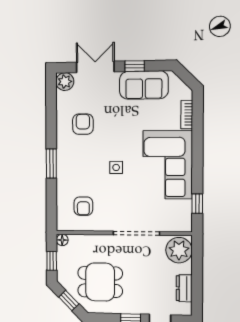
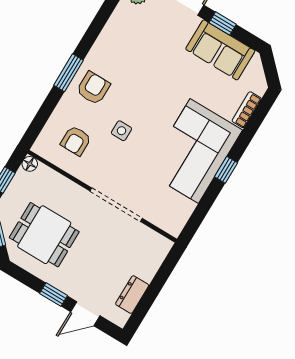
armchair: (83, 124) -> (93, 88), moved
side table: (116, 167) -> (121, 131), moved
window: (197, 204) -> (226, 170), moved
plant: (179, 250) -> (151, 250), removed

